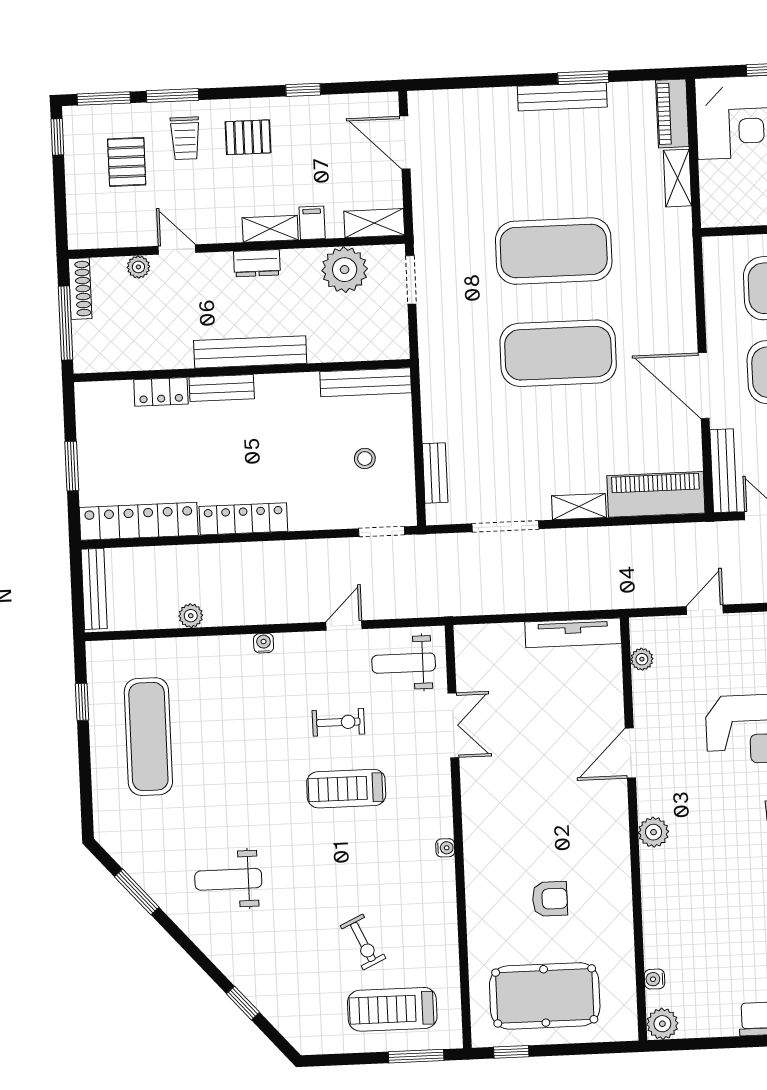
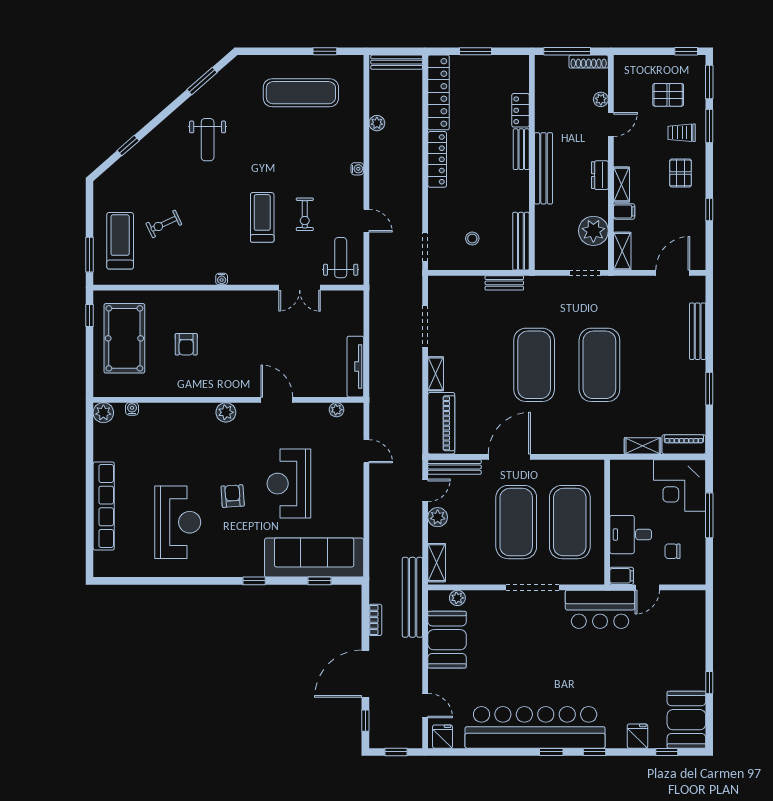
bench: (562, 97) -> (698, 331), moved
bench: (435, 473) -> (504, 283), moved
weight bench: (228, 879) -> (208, 140), turned 180

